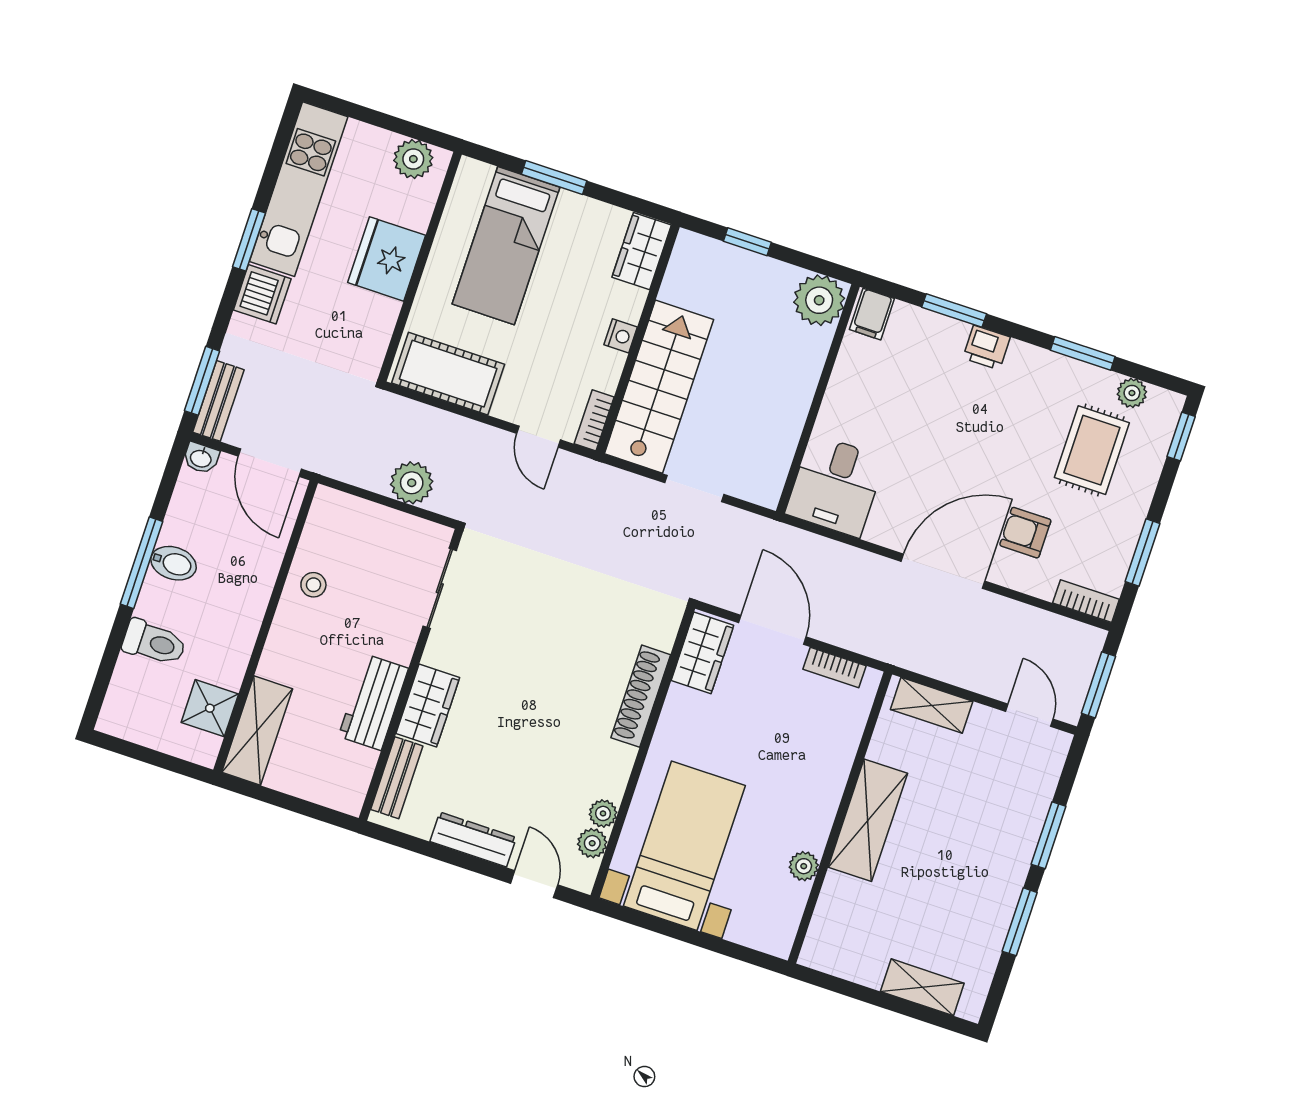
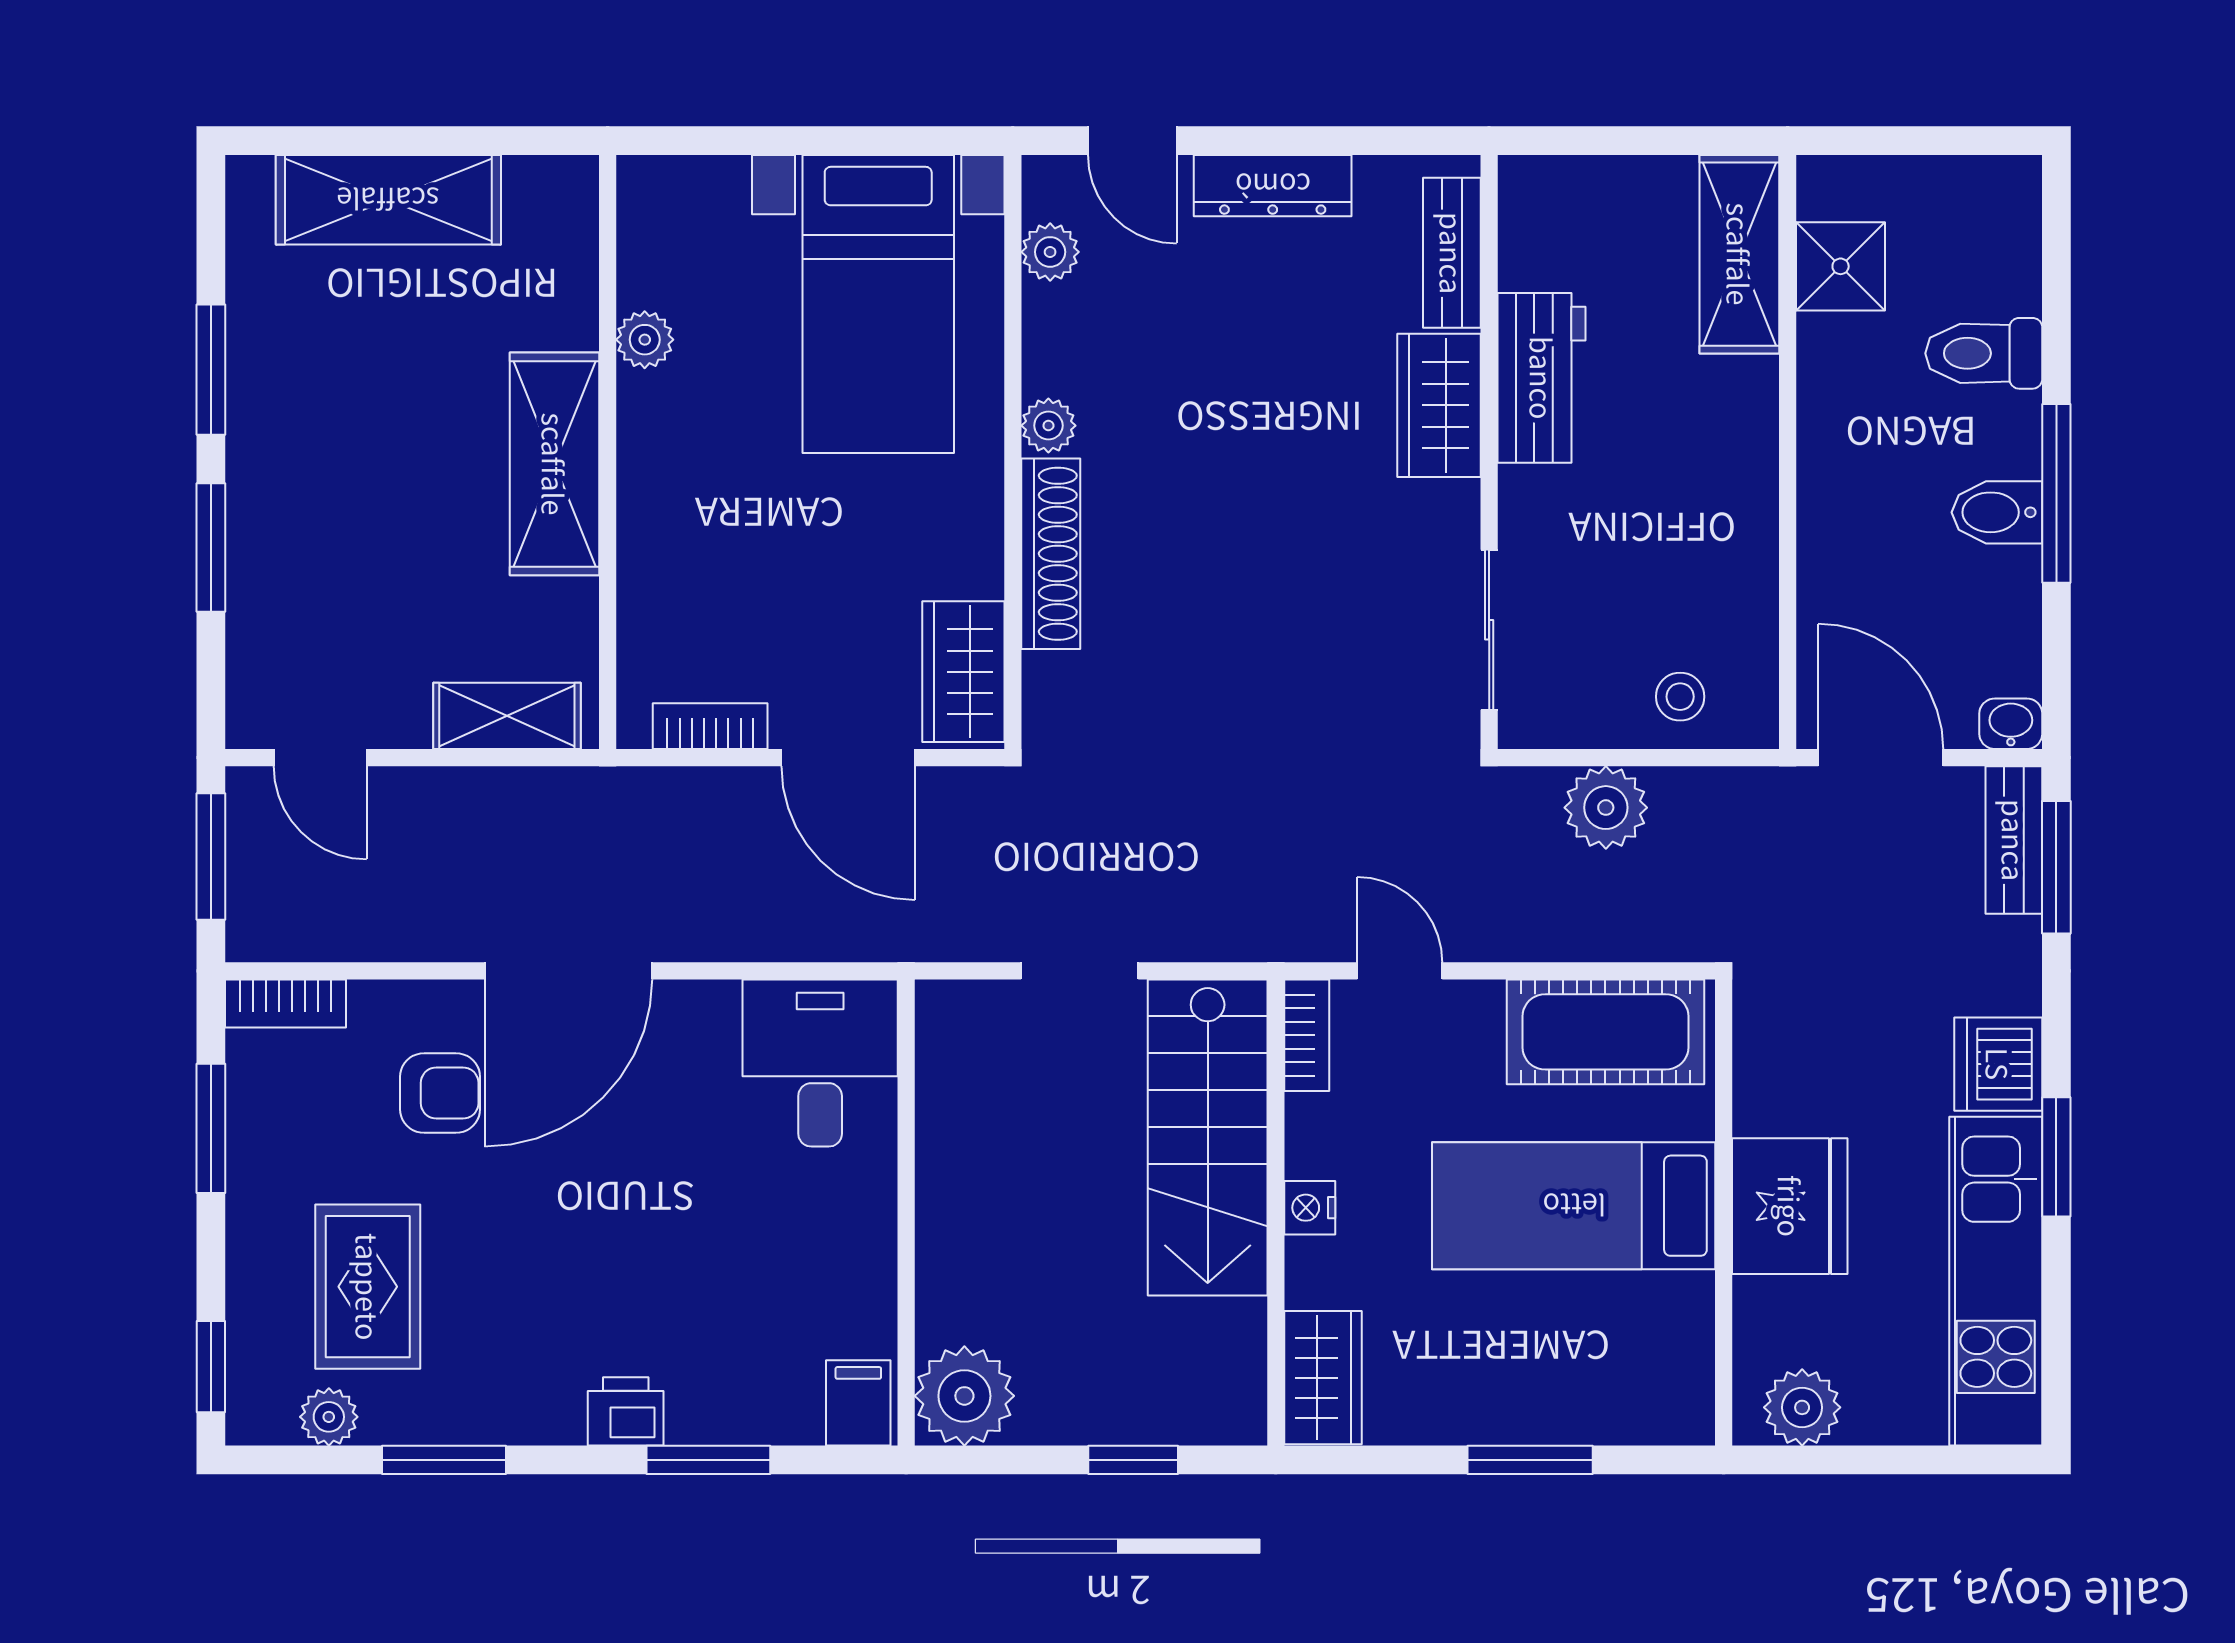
bed: (506, 246) -> (1574, 1206), moved, turned -90
stool: (313, 585) -> (1680, 697), moved
plant: (603, 813) -> (1048, 426), moved
shelving: (922, 987) -> (388, 200), width x1.50, depth x1.33

